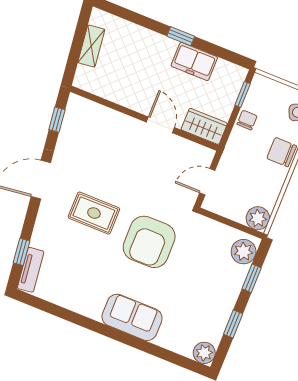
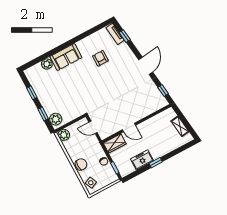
door: (207, 182) -> (93, 127), swing flipped
rug: (94, 213) -> (117, 75), removed
armchair: (149, 242) -> (100, 58), moved, width x0.53, depth x0.53
plant: (204, 353) -> (47, 64), moved

